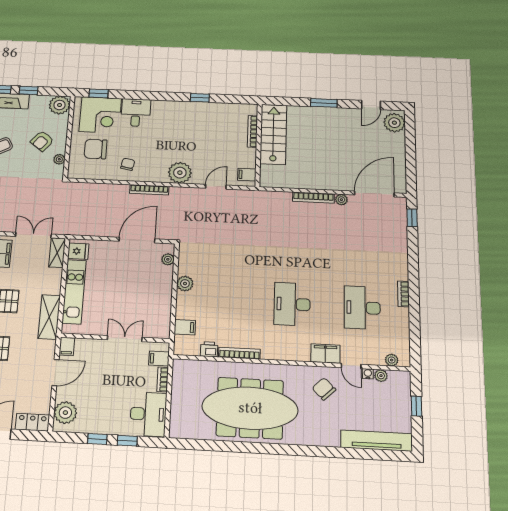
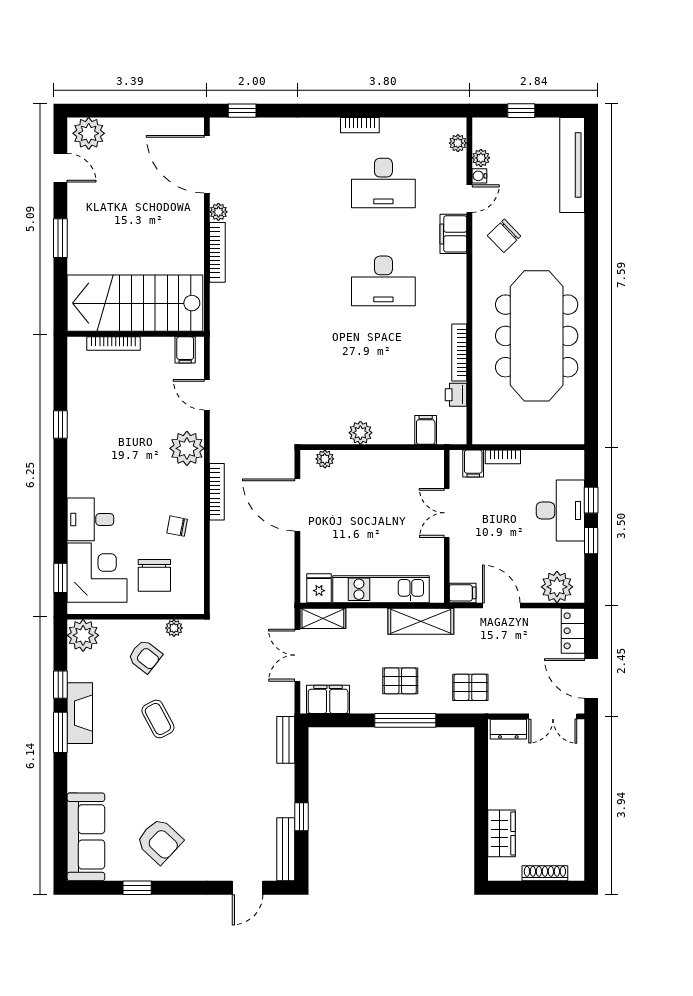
stairs: (273, 134) -> (135, 303), width x1.36, depth x1.51
desk: (148, 414) -> (560, 510), moved, turned 90

